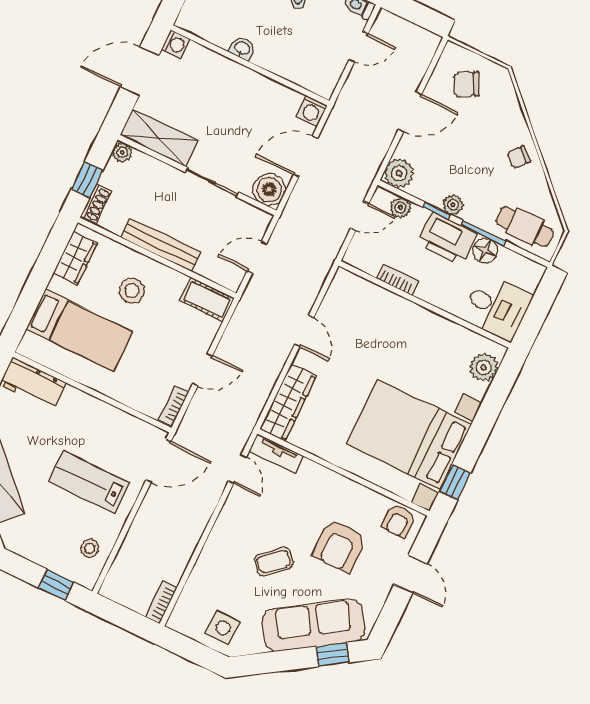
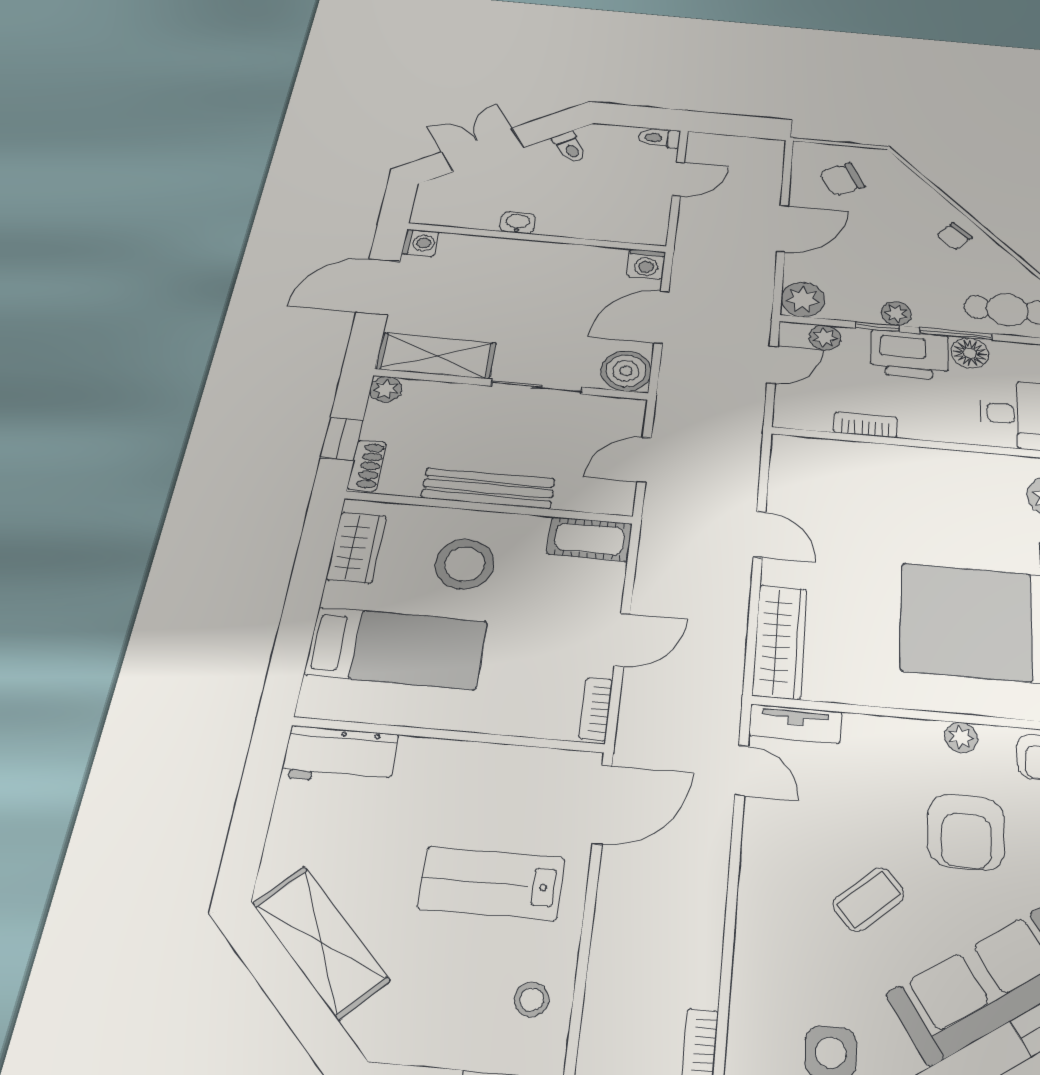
stool: (132, 291) -> (465, 564), width x1.38, depth x1.38
plant: (361, 494) -> (961, 737), added

